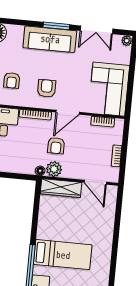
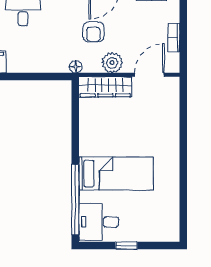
plant: (54, 169) -> (112, 63), moved
door: (95, 182) -> (150, 75), swing flipped

